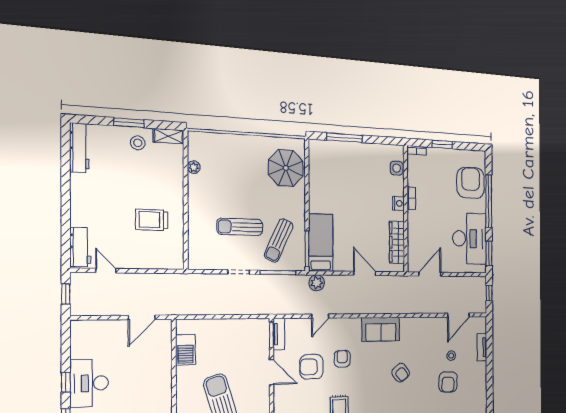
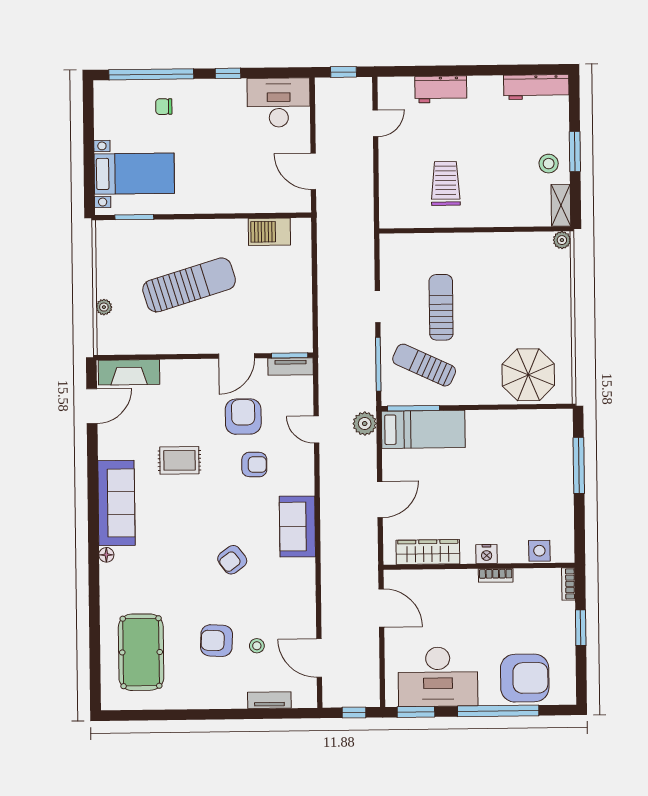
plant: (194, 167) -> (562, 240), moved
workbench: (80, 247) -> (441, 89), moved
desk: (89, 383) -> (279, 103), moved

